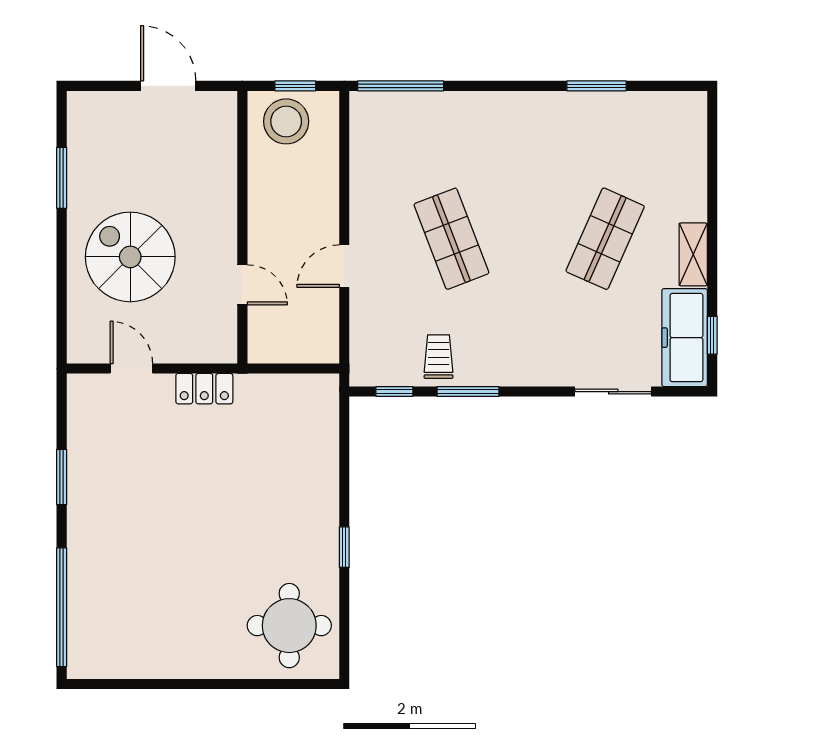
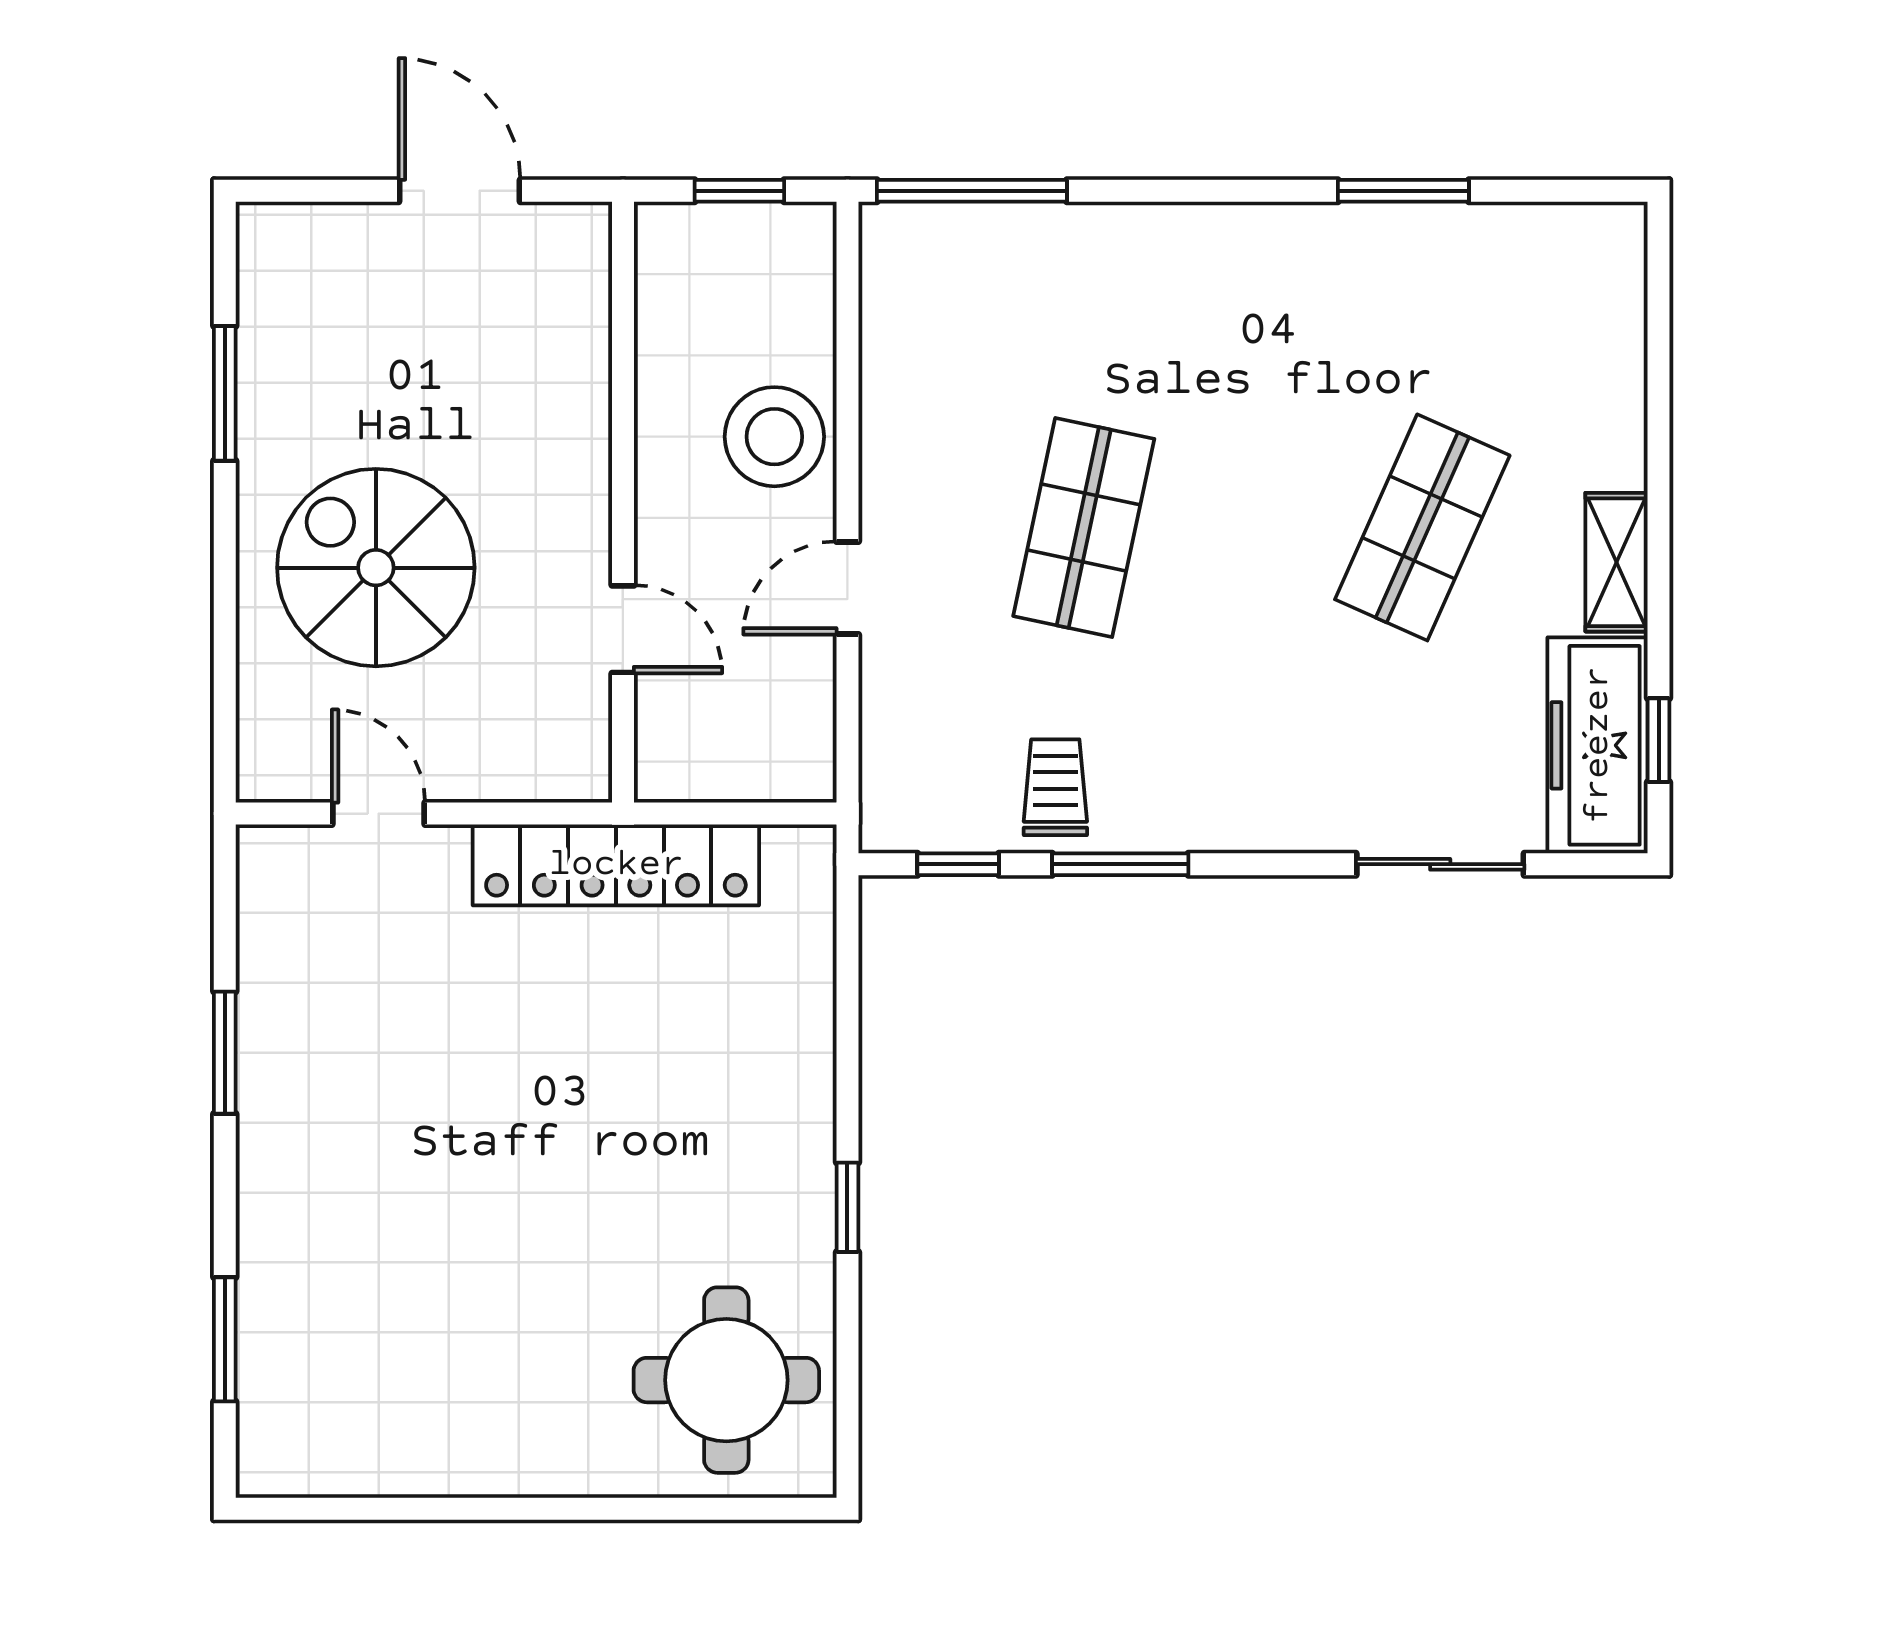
stool: (286, 121) -> (774, 437), moved
shop shelf: (451, 239) -> (1084, 527), turned 33
locker: (204, 389) -> (616, 865), width x2.16, depth x1.21
window: (62, 607) -> (225, 1339), width x0.47

